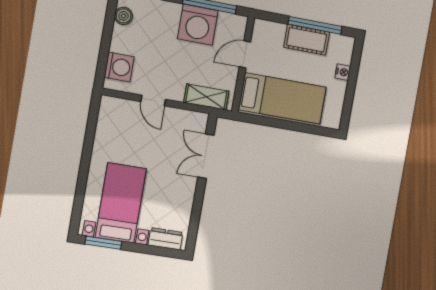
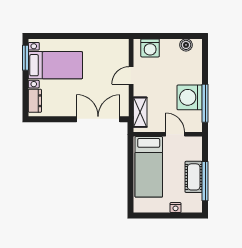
double door: (206, 156) -> (98, 119), width x1.37

